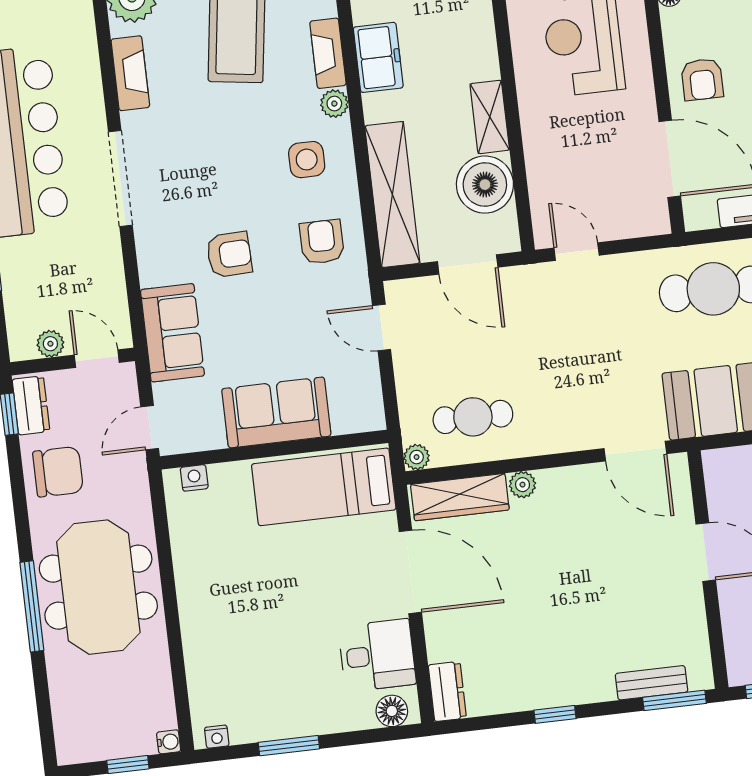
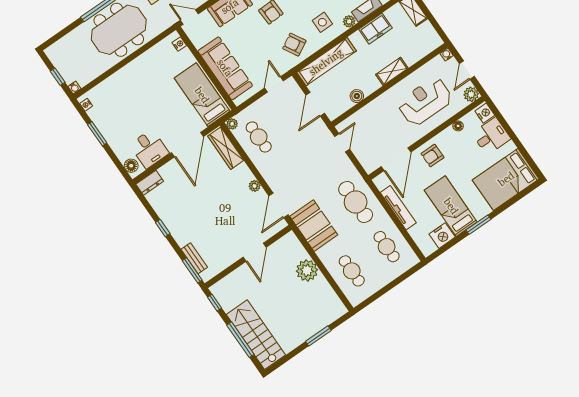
shelving: (490, 117) -> (392, 71), moved
boiler: (485, 185) -> (357, 96), width x0.54, depth x0.54
armchair: (322, 242) -> (294, 45), turned -119
sofa: (276, 412) -> (225, 68), width x1.36
plant: (522, 485) -> (255, 186), moved

